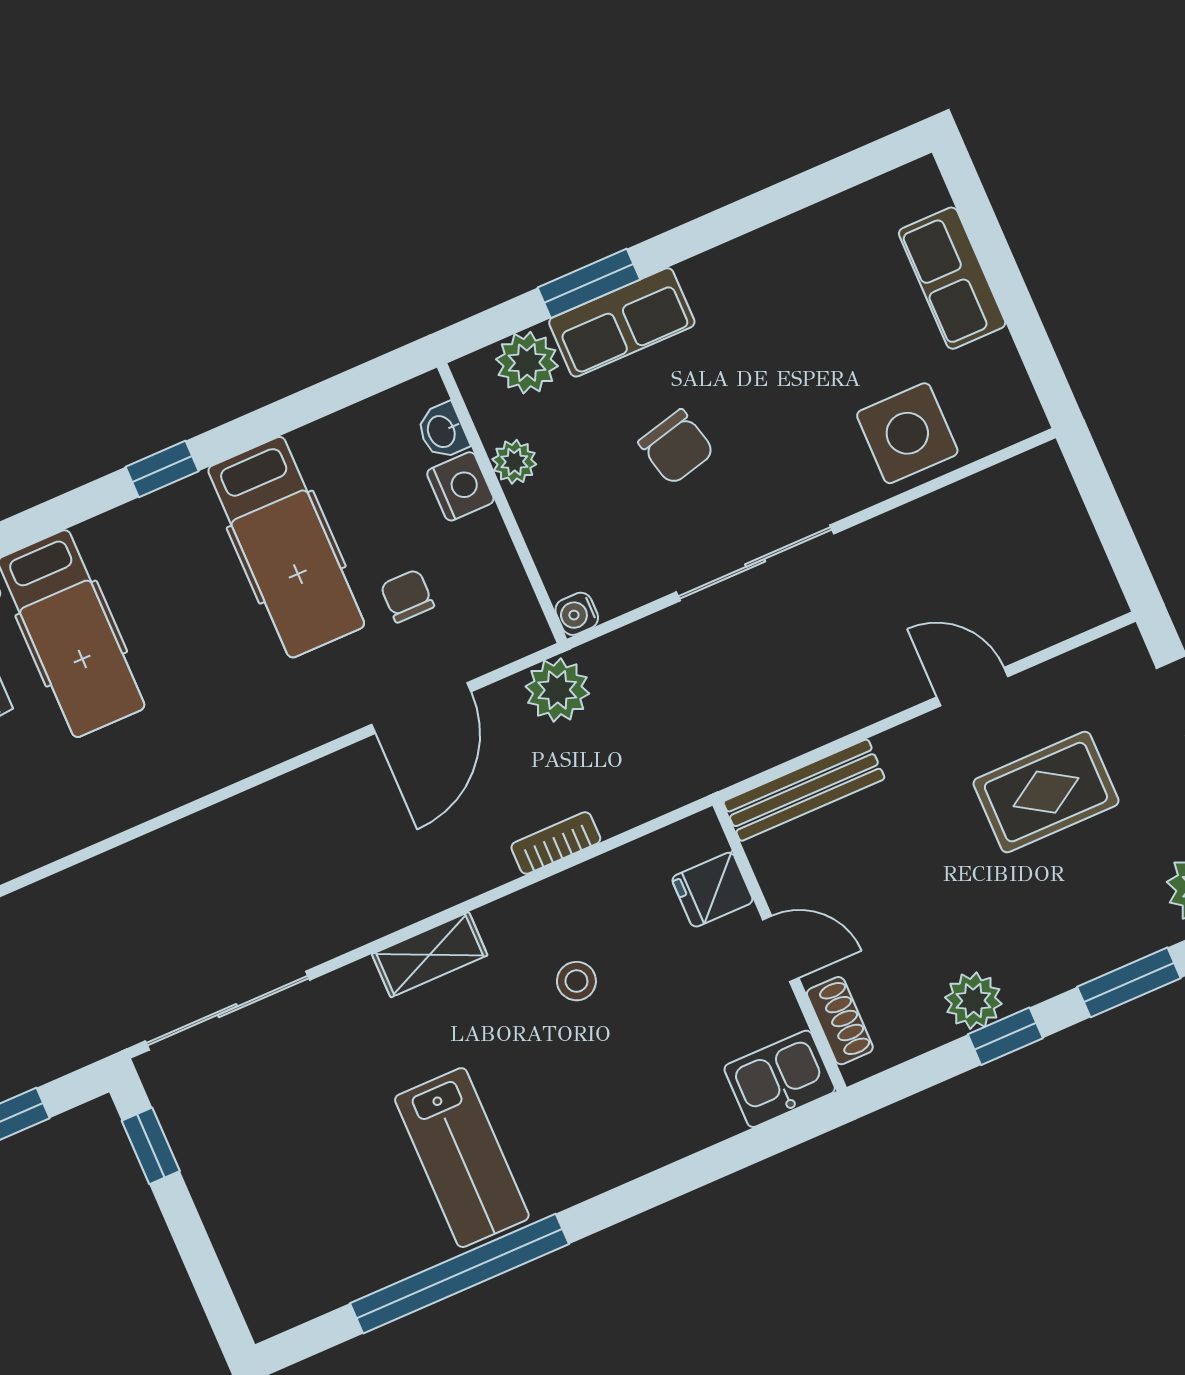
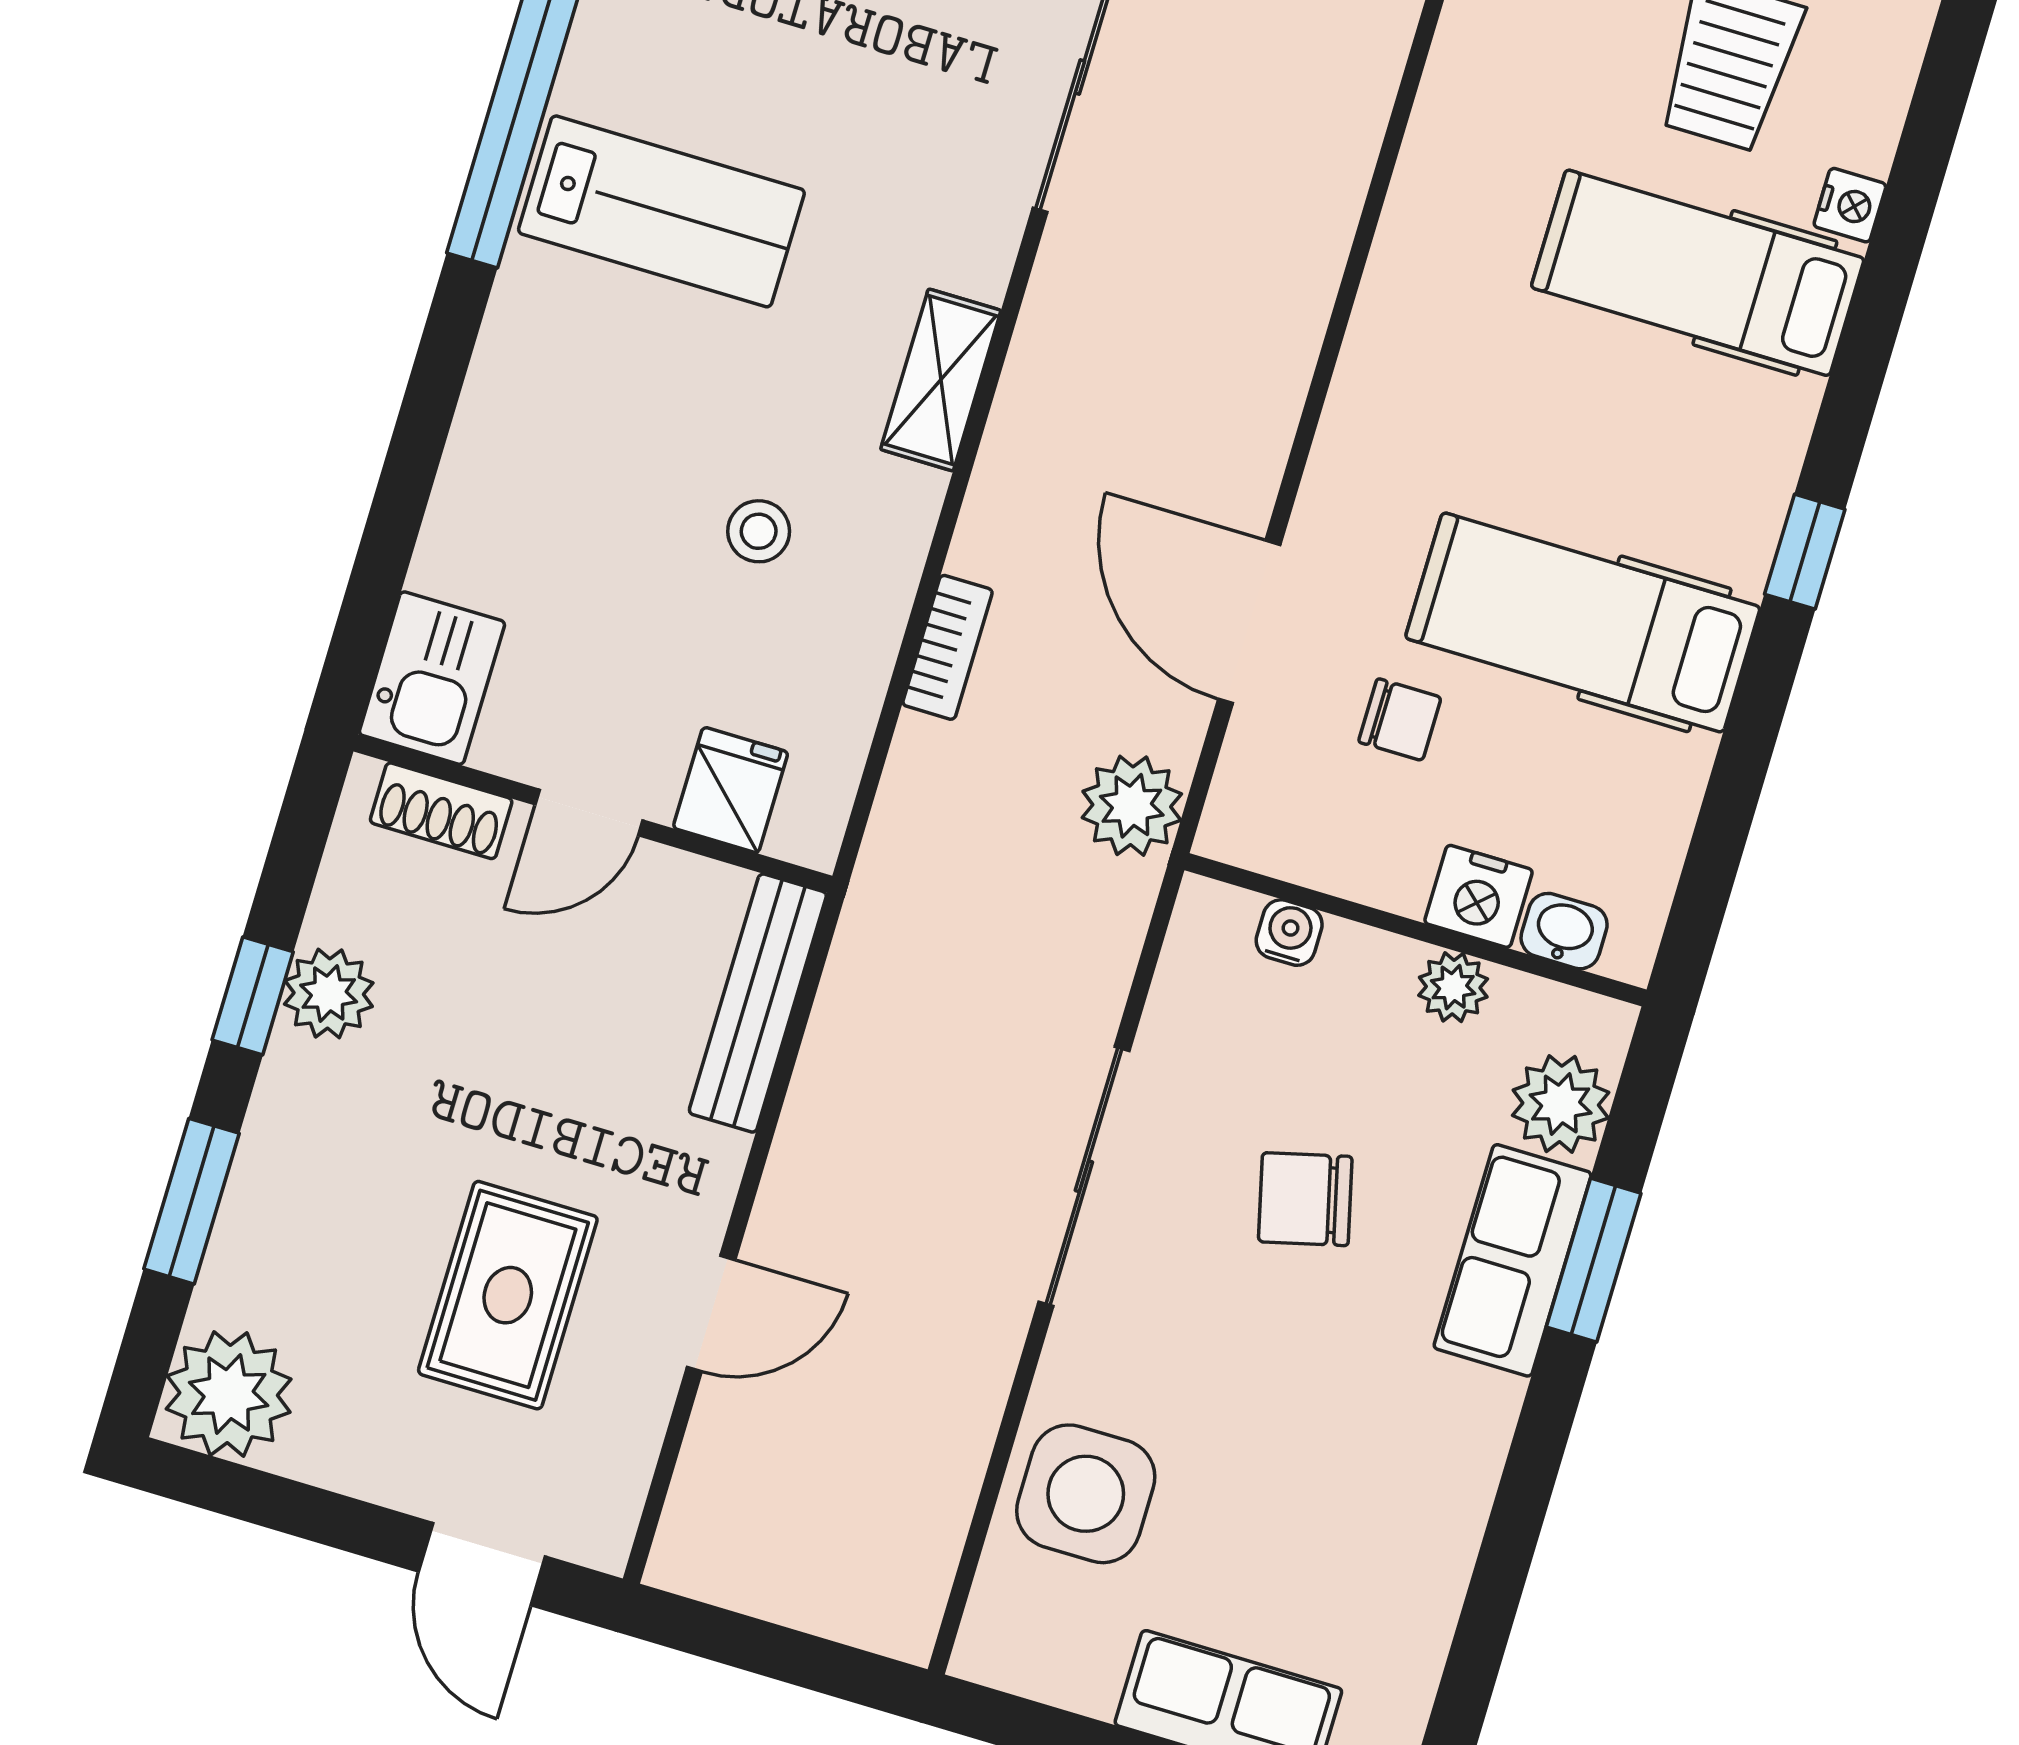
water cooler: (577, 614) -> (1289, 933), moved
lab bench: (462, 1158) -> (661, 211), turned 180

